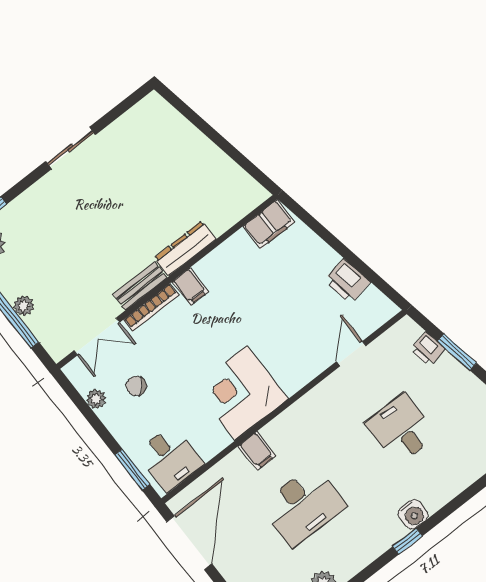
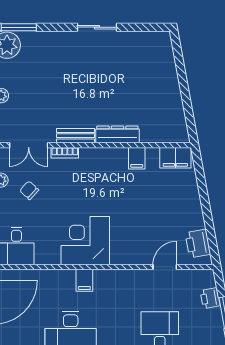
printer: (347, 281) -> (198, 243), moved
filing cabinet: (190, 287) -> (137, 158), moved
bookcase: (151, 307) -> (65, 153), width x0.64
filing cabinet: (257, 451) -> (84, 280), moved

